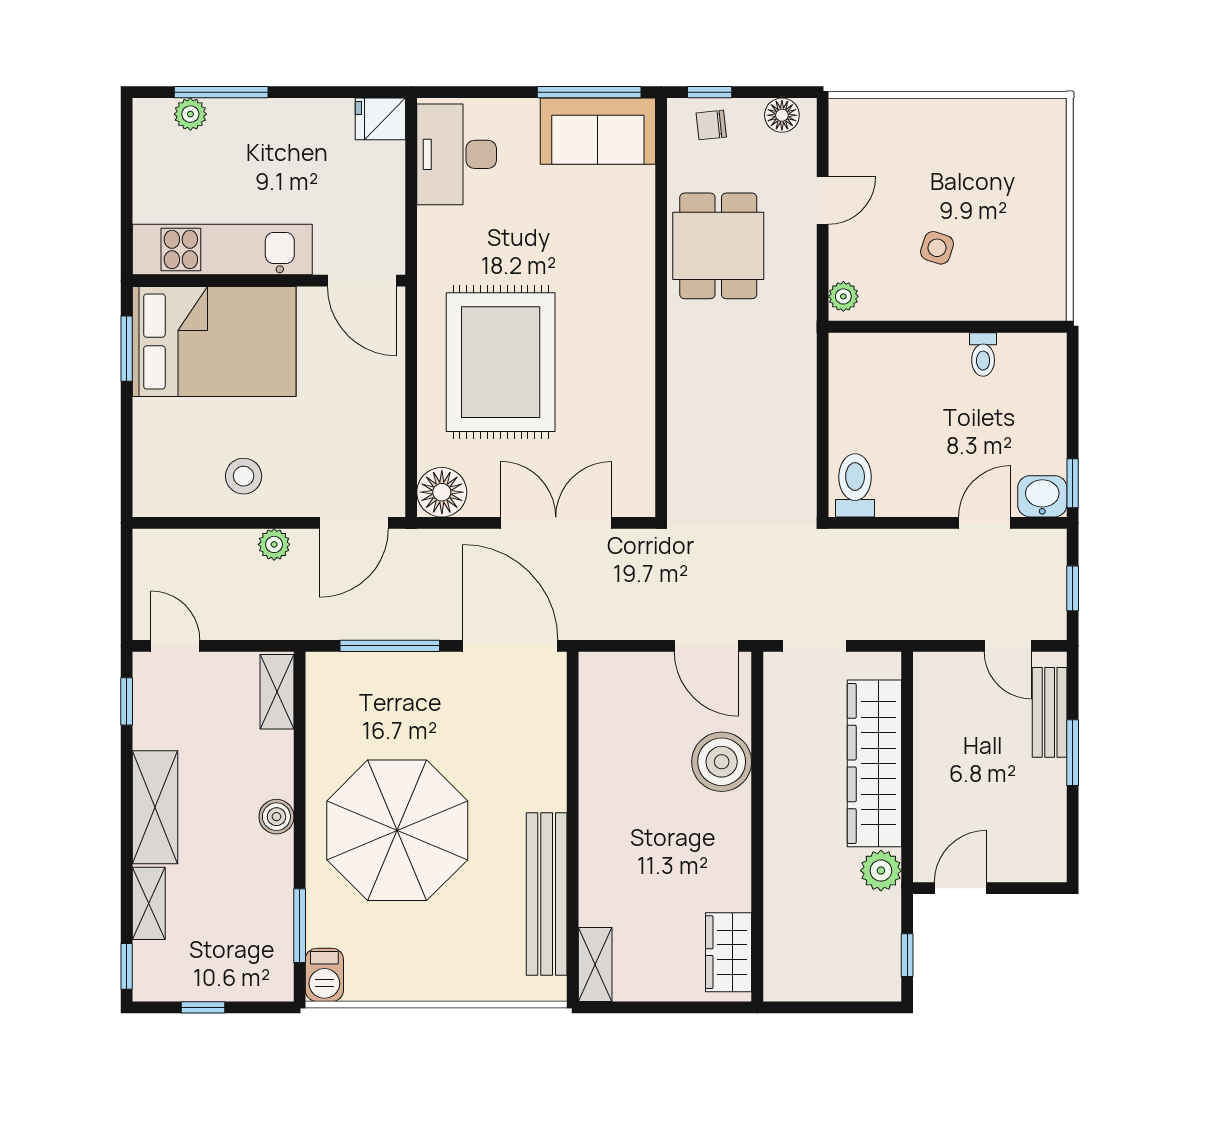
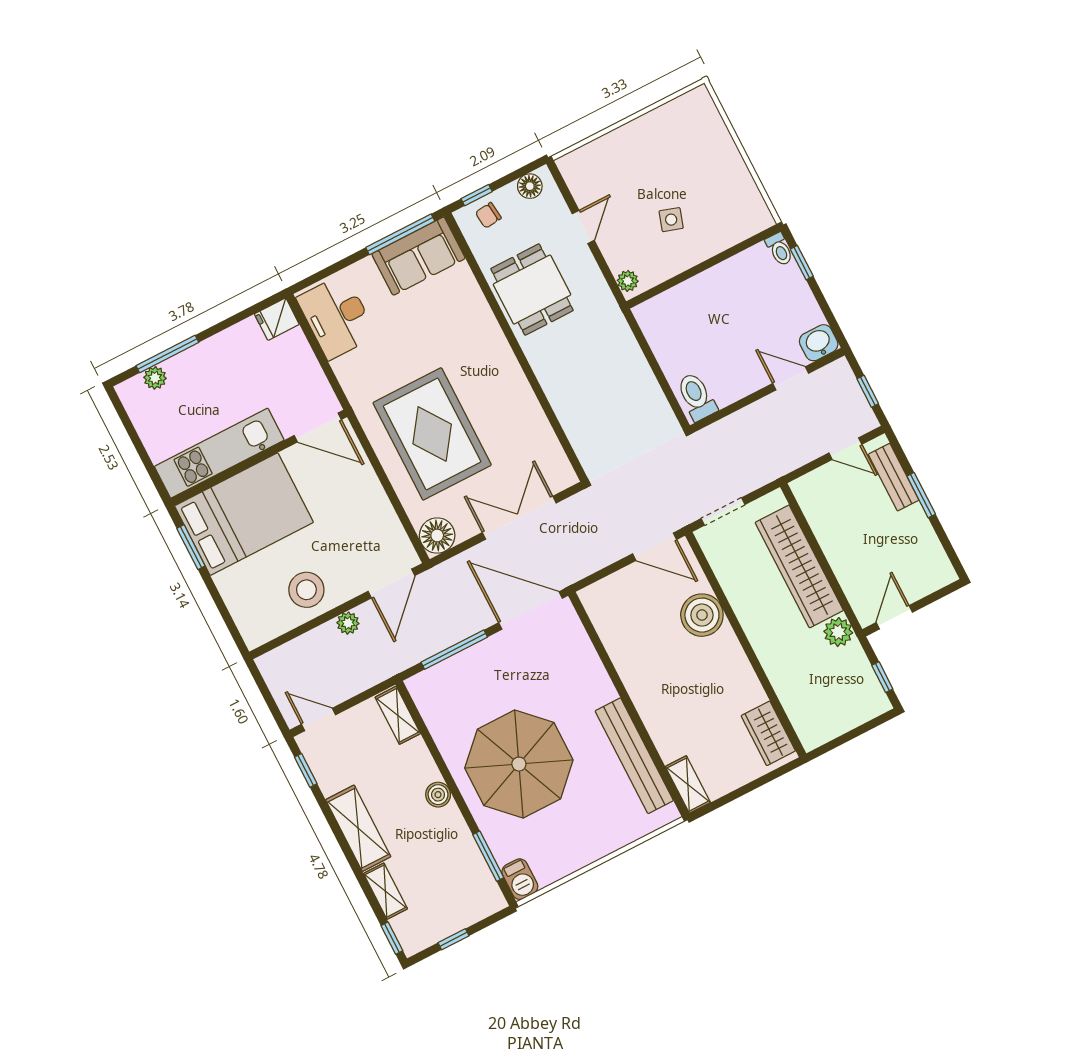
toilet: (983, 354) -> (779, 249), moved
stool: (244, 476) -> (306, 590), width x1.38, depth x1.38
window: (1073, 483) -> (802, 263), moved
door: (984, 523) -> (791, 378), hinge flipped

